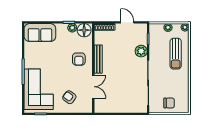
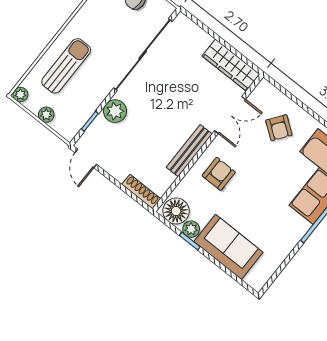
door: (127, 22) -> (86, 158), moved
sofa: (40, 33) -> (228, 247), moved
double door: (93, 87) -> (230, 115), swing flipped
wardrobe: (109, 107) -> (231, 65), added

